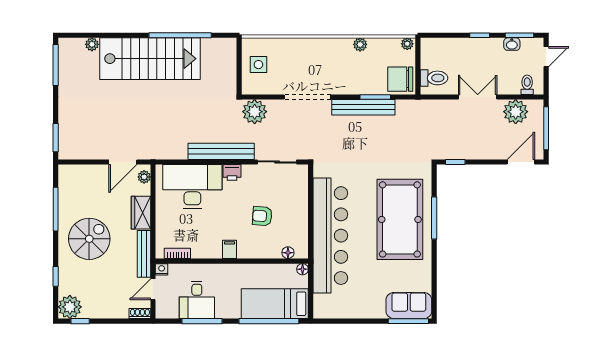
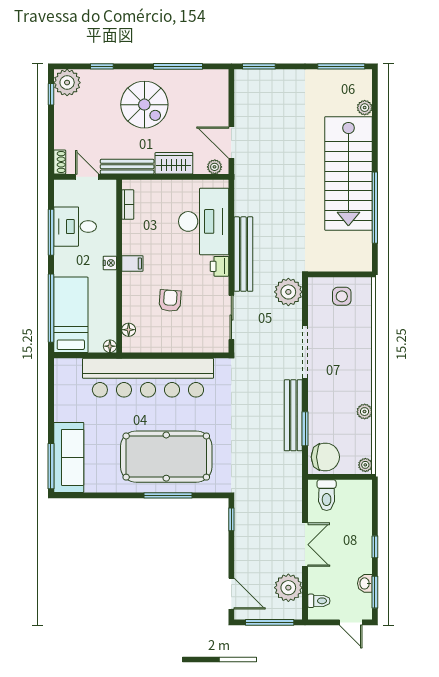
chair: (400, 79) -> (325, 457), turned 90
nightstand: (162, 269) -> (110, 263), moved
sofa: (409, 306) -> (69, 457), width x1.36

